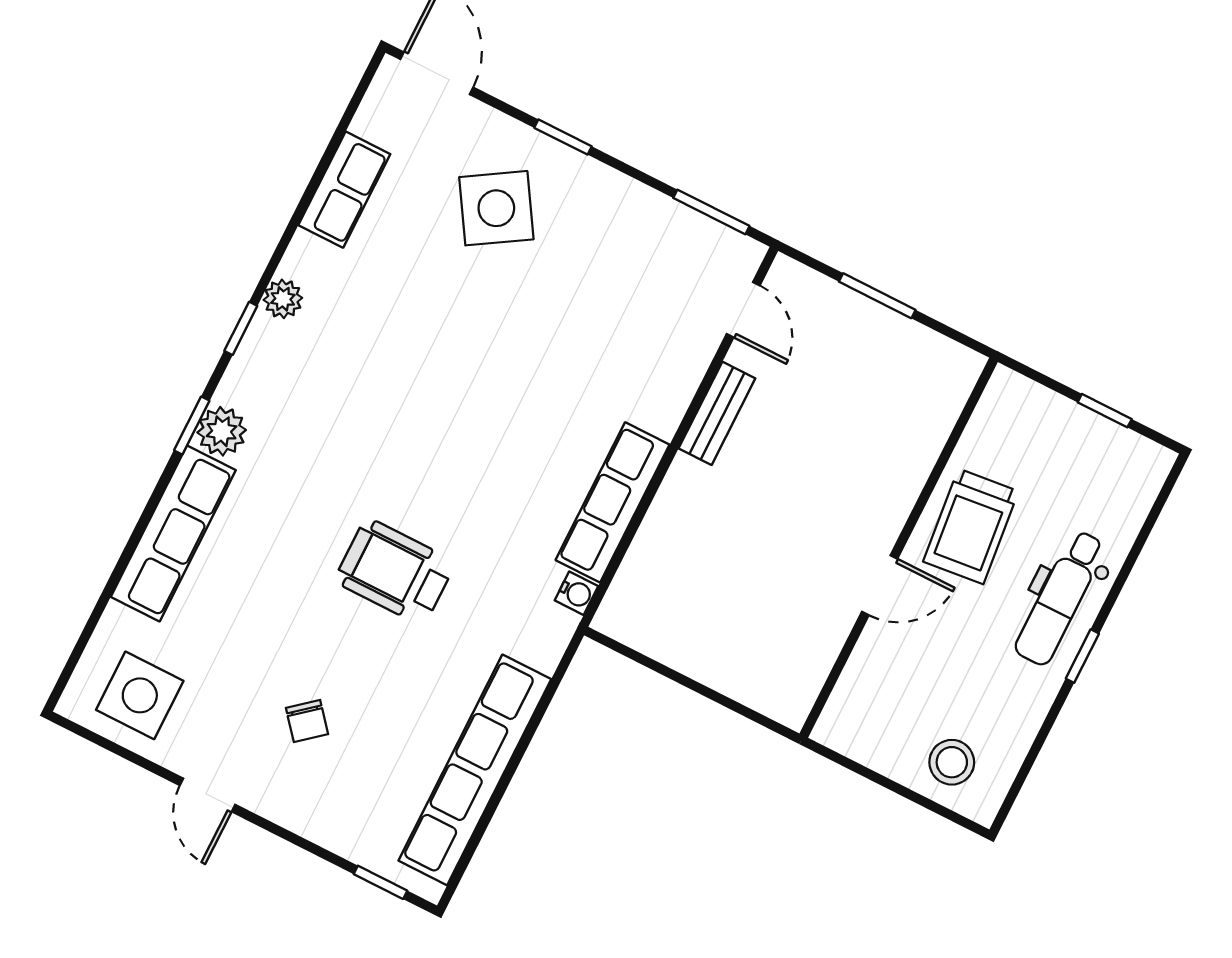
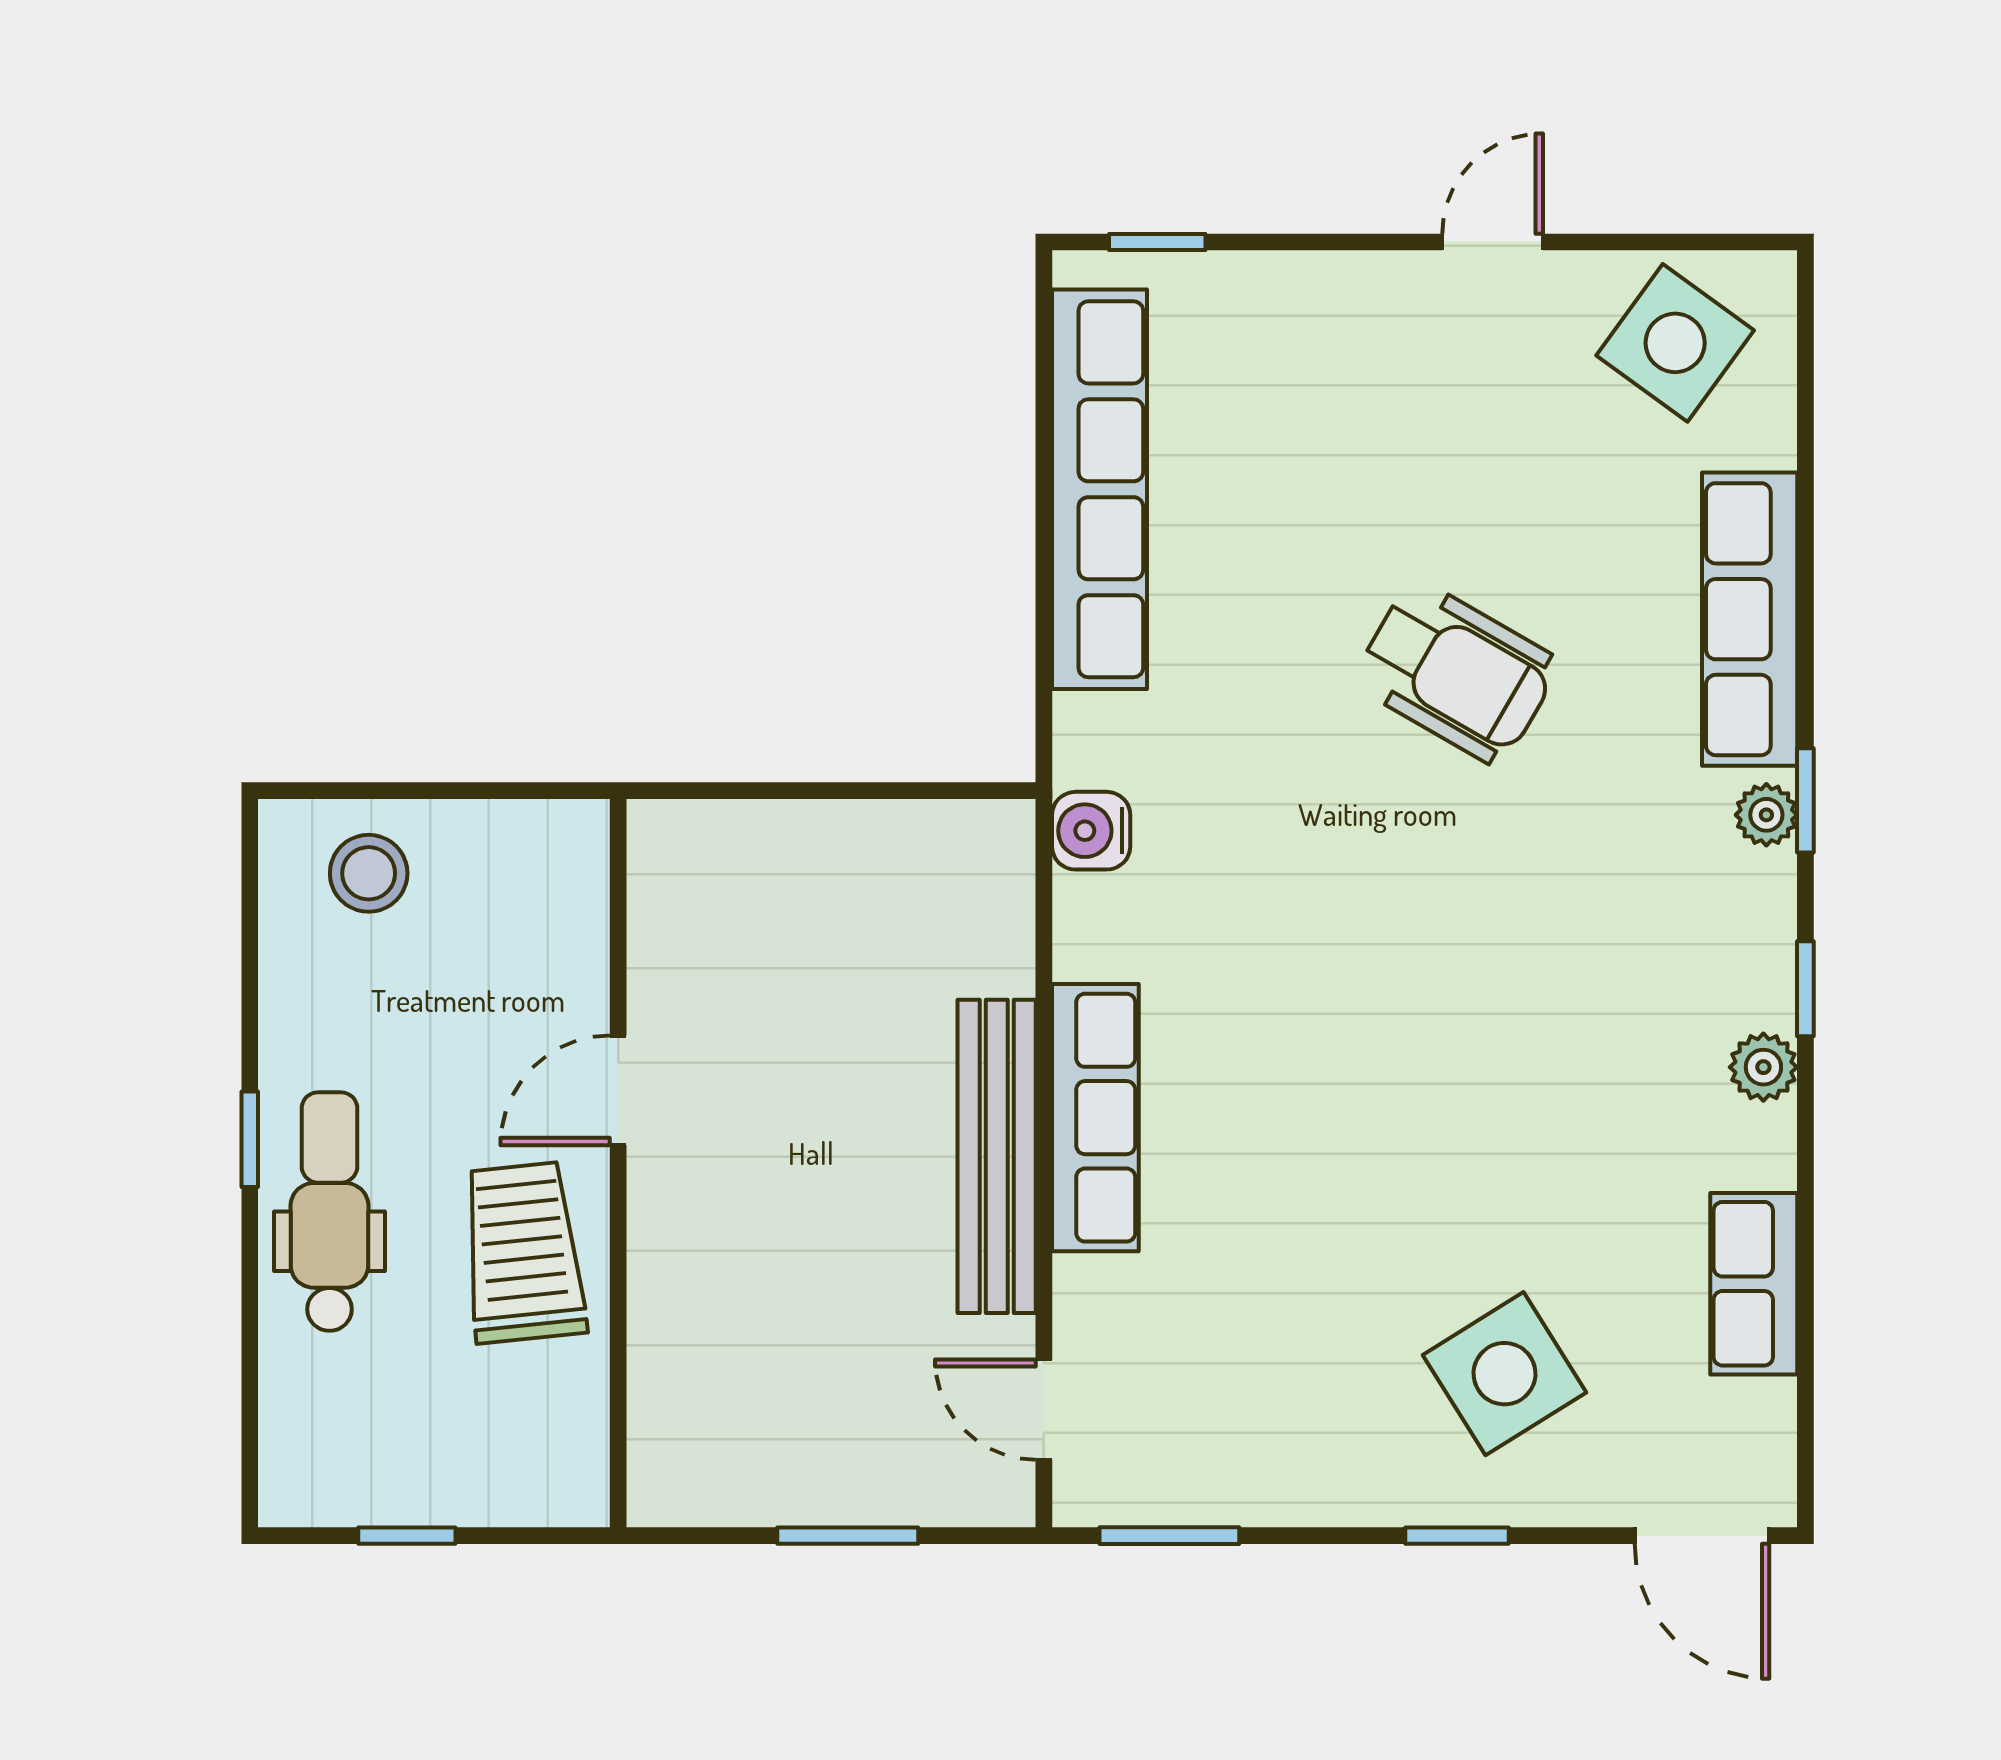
bench: (717, 413) -> (997, 1156), width x1.86, depth x1.21
plant: (222, 431) -> (1766, 815), width x0.73, depth x0.73
row of seats: (613, 502) -> (1095, 1118), moved
wheelchair: (395, 572) -> (1456, 672), moved, turned 30
water cooler: (576, 593) -> (1091, 831), width x1.38, depth x1.38
side table: (140, 695) -> (1675, 343), turned 36
chair: (307, 721) -> (1397, 434), removed
door: (208, 795) -> (1493, 242), hinge flipped

